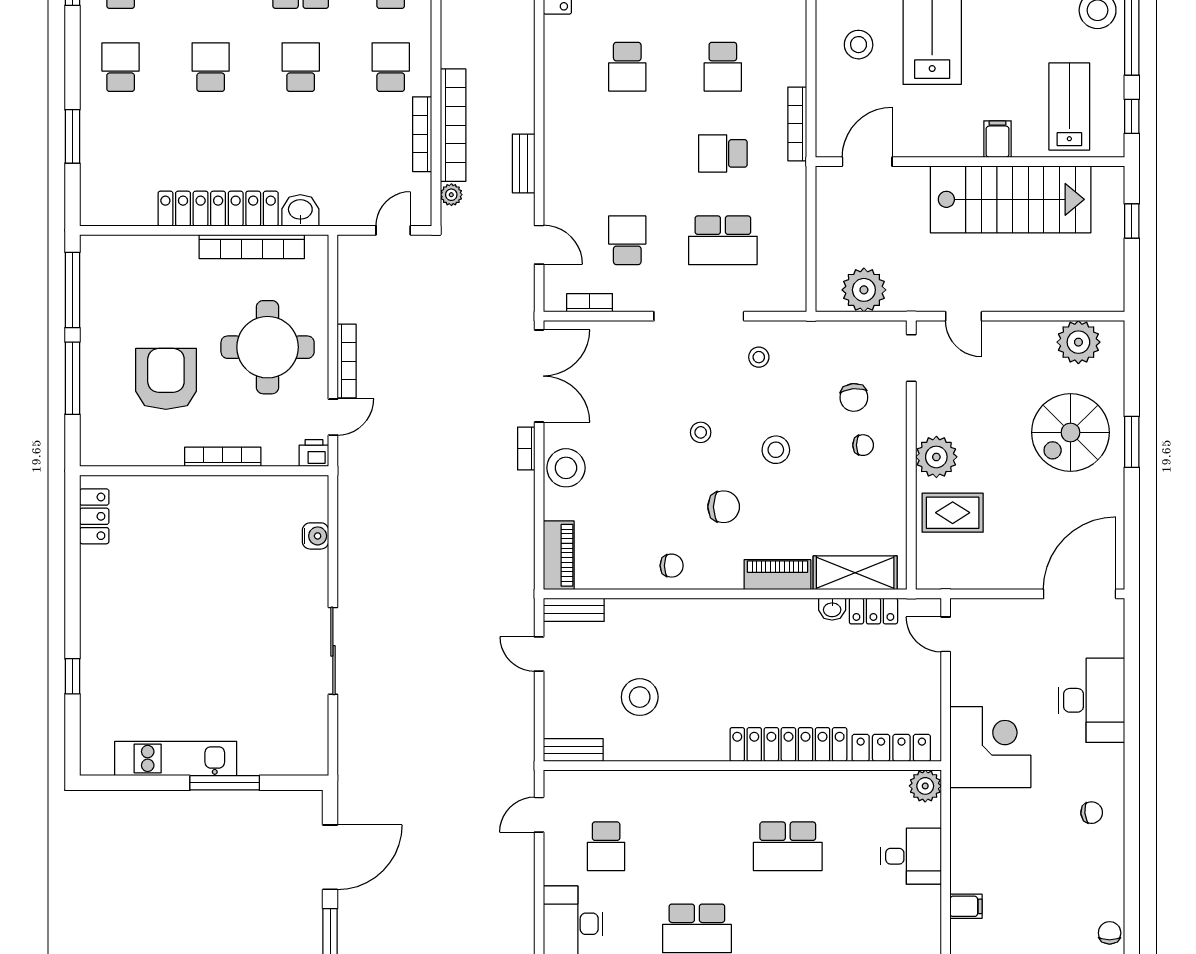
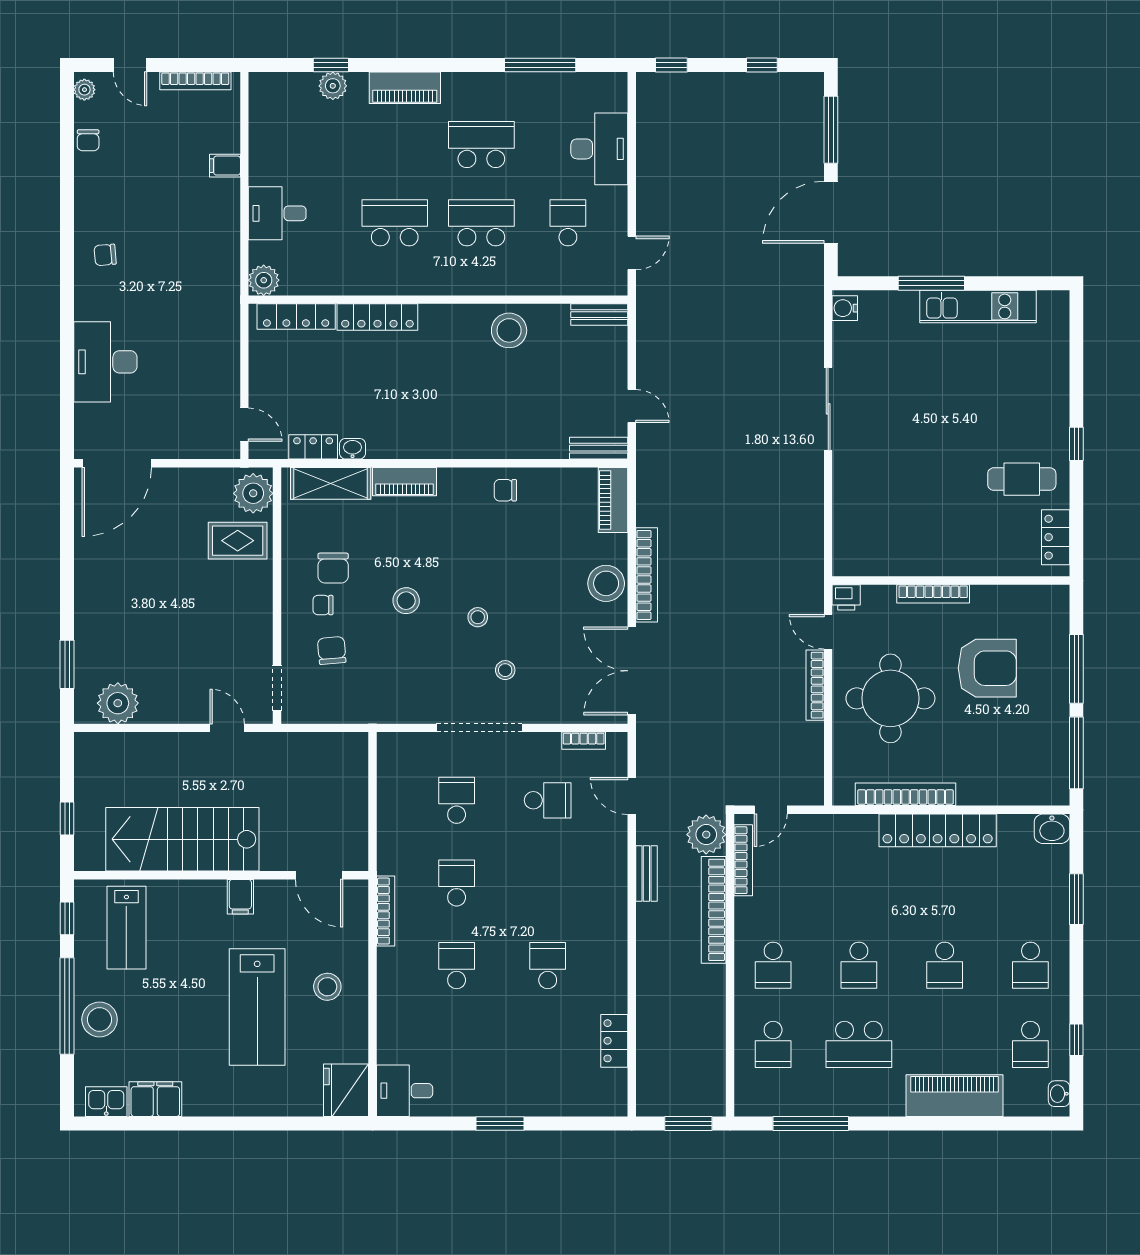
bookcase: (422, 134) -> (743, 860), moved
filing cabinet: (997, 139) -> (240, 897), moved
school desk: (723, 153) -> (457, 883), turned -90
door: (867, 162) -> (319, 875), hinge flipped
plant: (451, 195) -> (706, 835), width x1.88, depth x1.88
washbasin: (300, 210) -> (1052, 829), moved
school desk: (627, 240) -> (548, 800), turned -90
school desk: (723, 240) -> (457, 800), width x0.54
plant: (864, 290) -> (322, 753), removed
stool: (759, 357) -> (505, 670), moved
armchair: (166, 379) -> (987, 668), turned -90
door: (333, 417) -> (828, 632), hinge flipped
spiral stairs: (1070, 432) -> (125, 617), removed
window: (1132, 442) -> (67, 664), moved
bookcase: (526, 449) -> (647, 575), width x2.31, depth x1.31
plant: (936, 457) -> (253, 493), moved
chair: (724, 507) -> (333, 568), moved, turned -90
water cooler: (316, 536) -> (845, 308), moved
cafe table: (130, 577) -> (1022, 479), added
window: (72, 676) -> (1076, 444), moved
stool: (640, 697) -> (509, 330), moved
locker: (788, 744) -> (377, 317), width x0.71, depth x0.83
corner desk: (990, 747) -> (202, 317), removed
school desk: (697, 846) -> (481, 223), added

